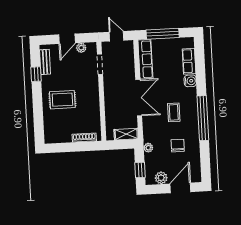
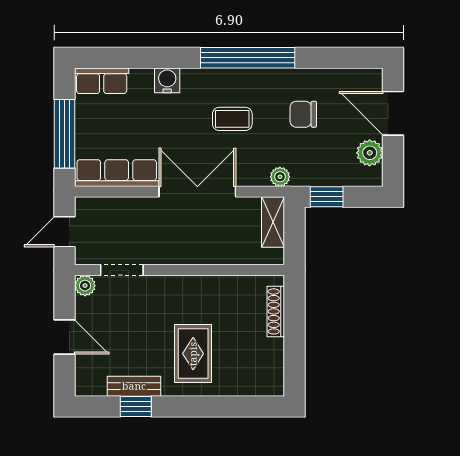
plant: (81, 48) -> (85, 286), moved
row of seats: (189, 61) -> (102, 81), moved
bench: (45, 62) -> (134, 386), moved
plant: (148, 148) -> (280, 177), moved
window: (140, 170) -> (327, 197), moved

